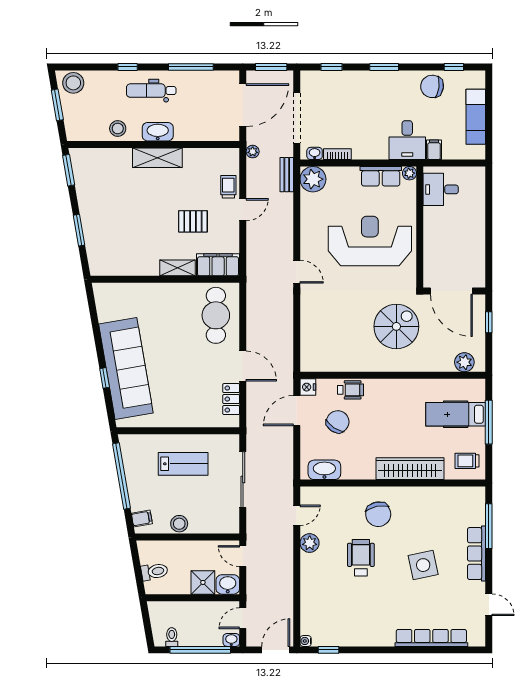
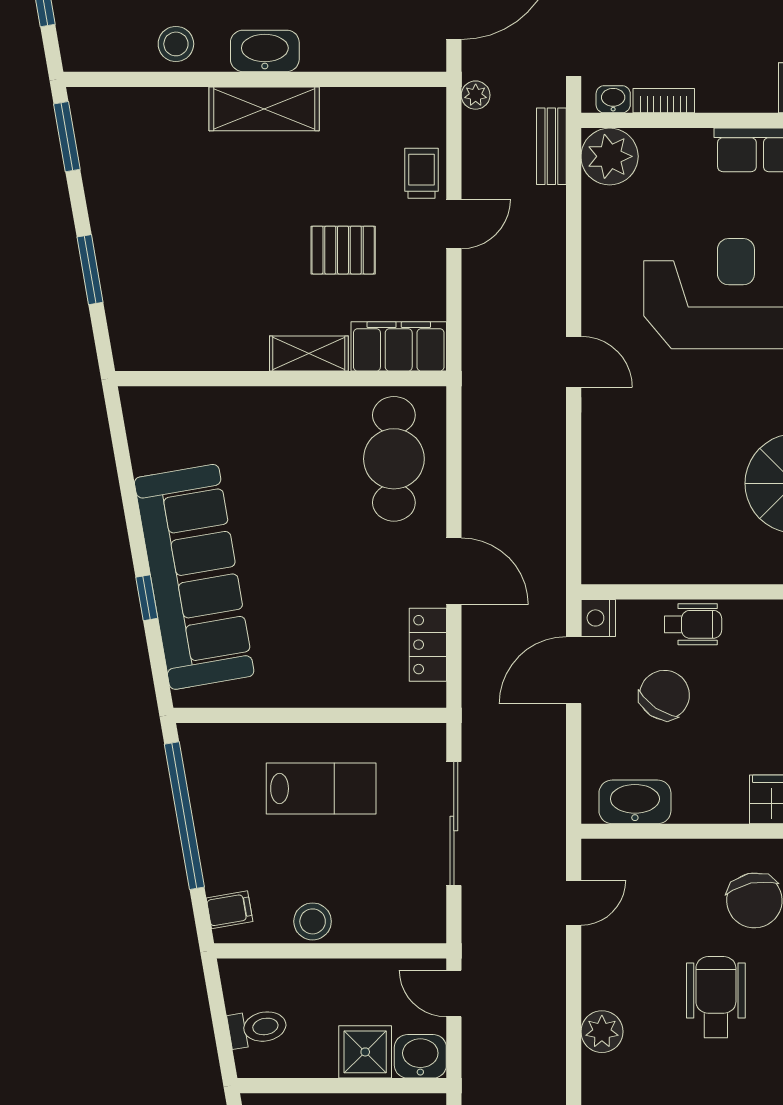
plant: (310, 543) -> (602, 1032), moved

